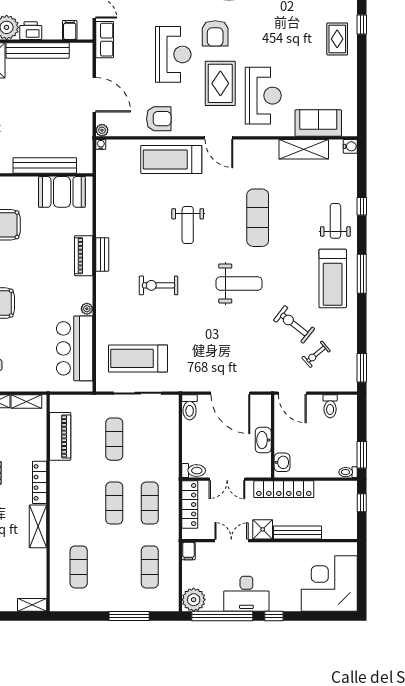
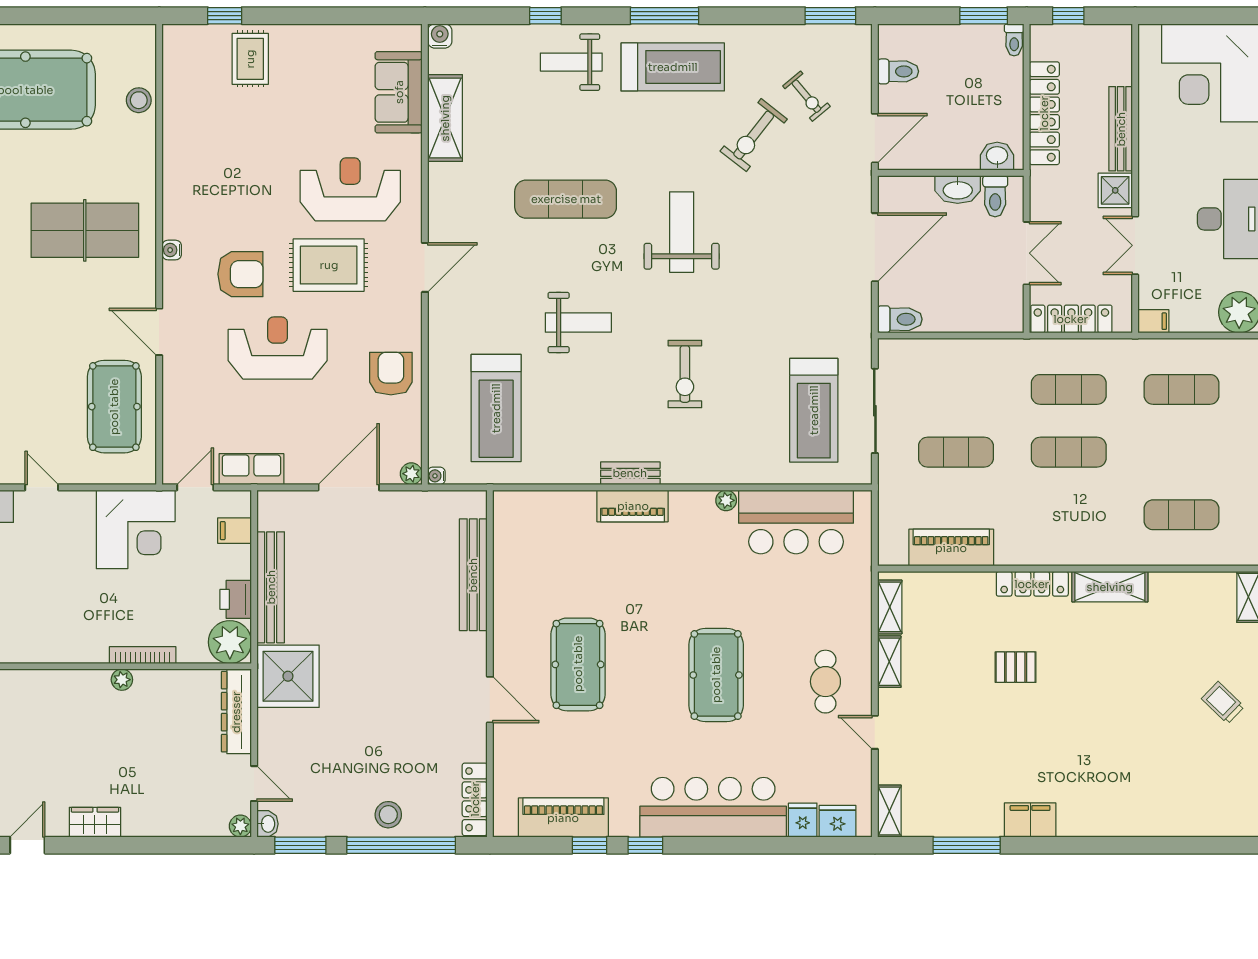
rug: (337, 39) -> (250, 59), turned 90
treadmill: (171, 159) -> (496, 408), moved
booth: (62, 192) -> (520, 544), removed
toilet: (194, 471) -> (995, 196), moved, turned 180
locker: (284, 489) -> (1044, 113), moved

